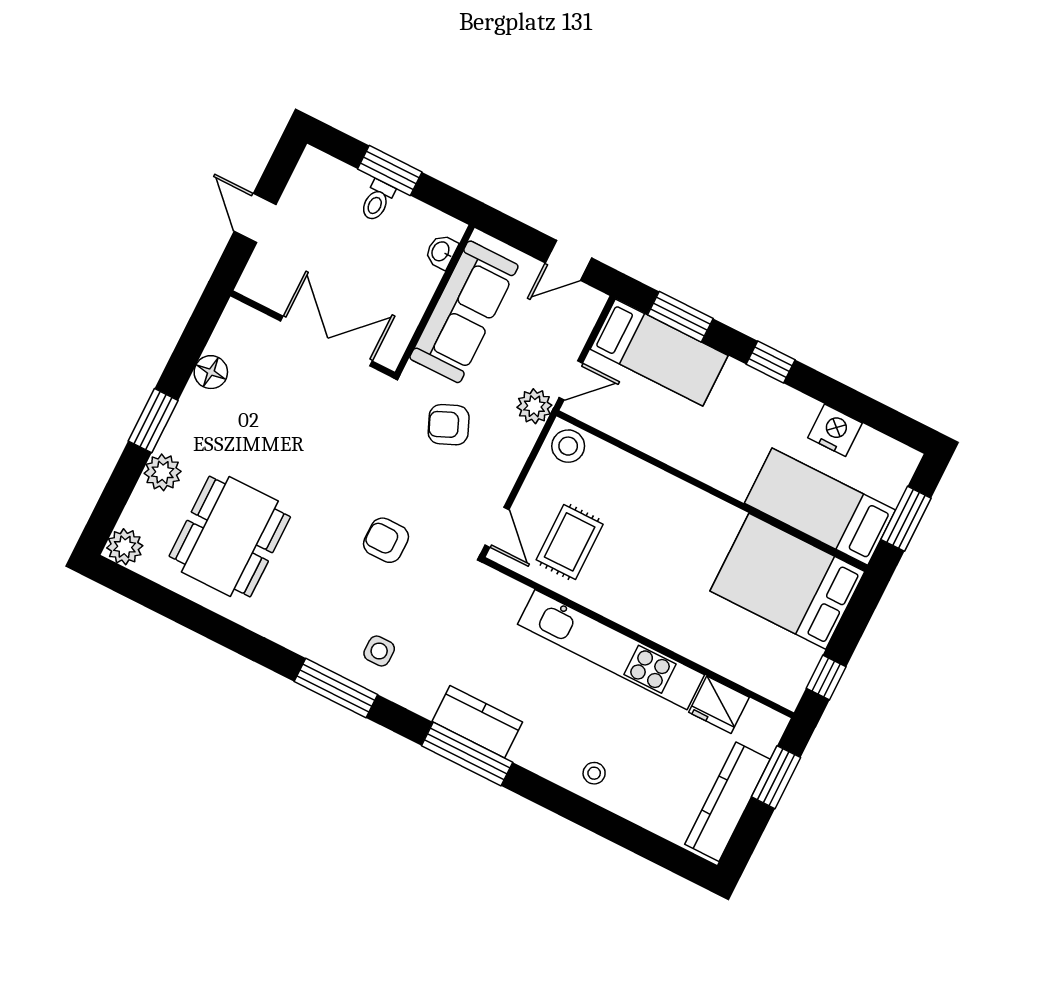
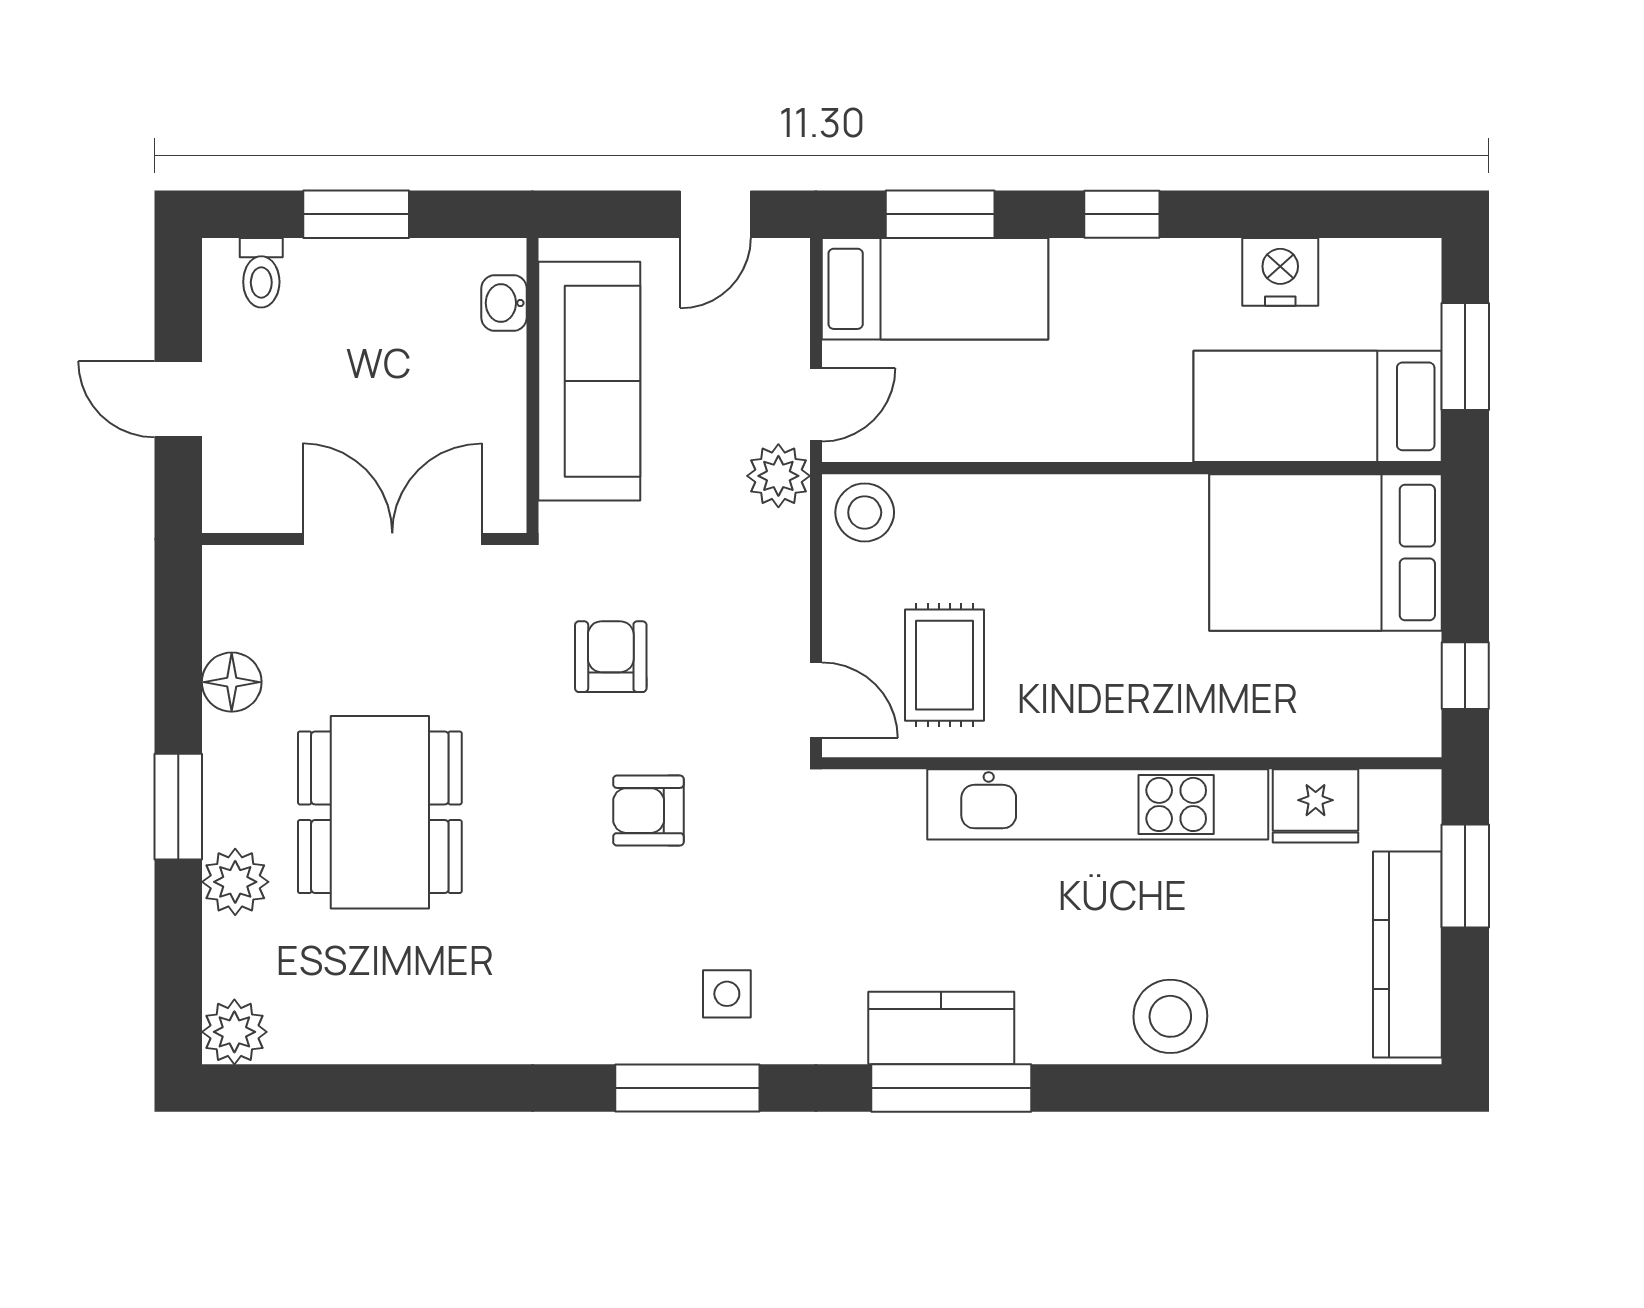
toilet: (377, 201) -> (261, 273), moved
armchair: (449, 425) -> (611, 657), moved, turned 113
dining table: (230, 537) -> (380, 812), moved
stool: (594, 773) -> (1170, 1016), width x1.89, depth x1.89

